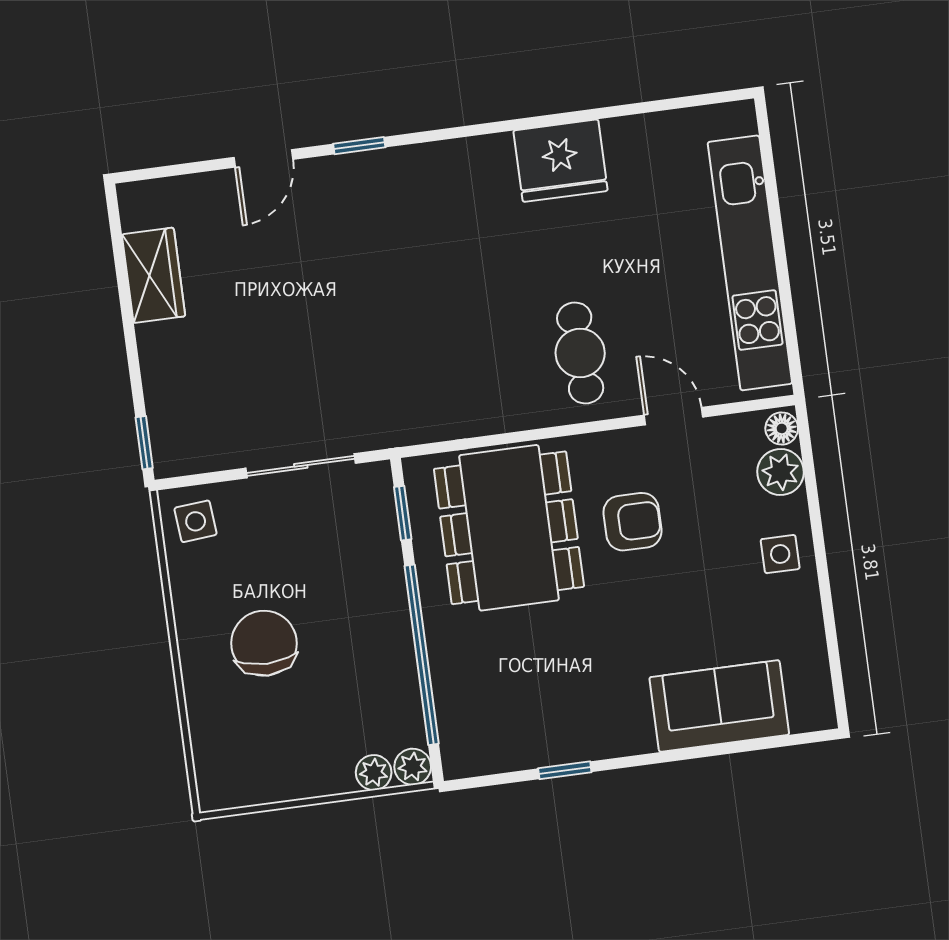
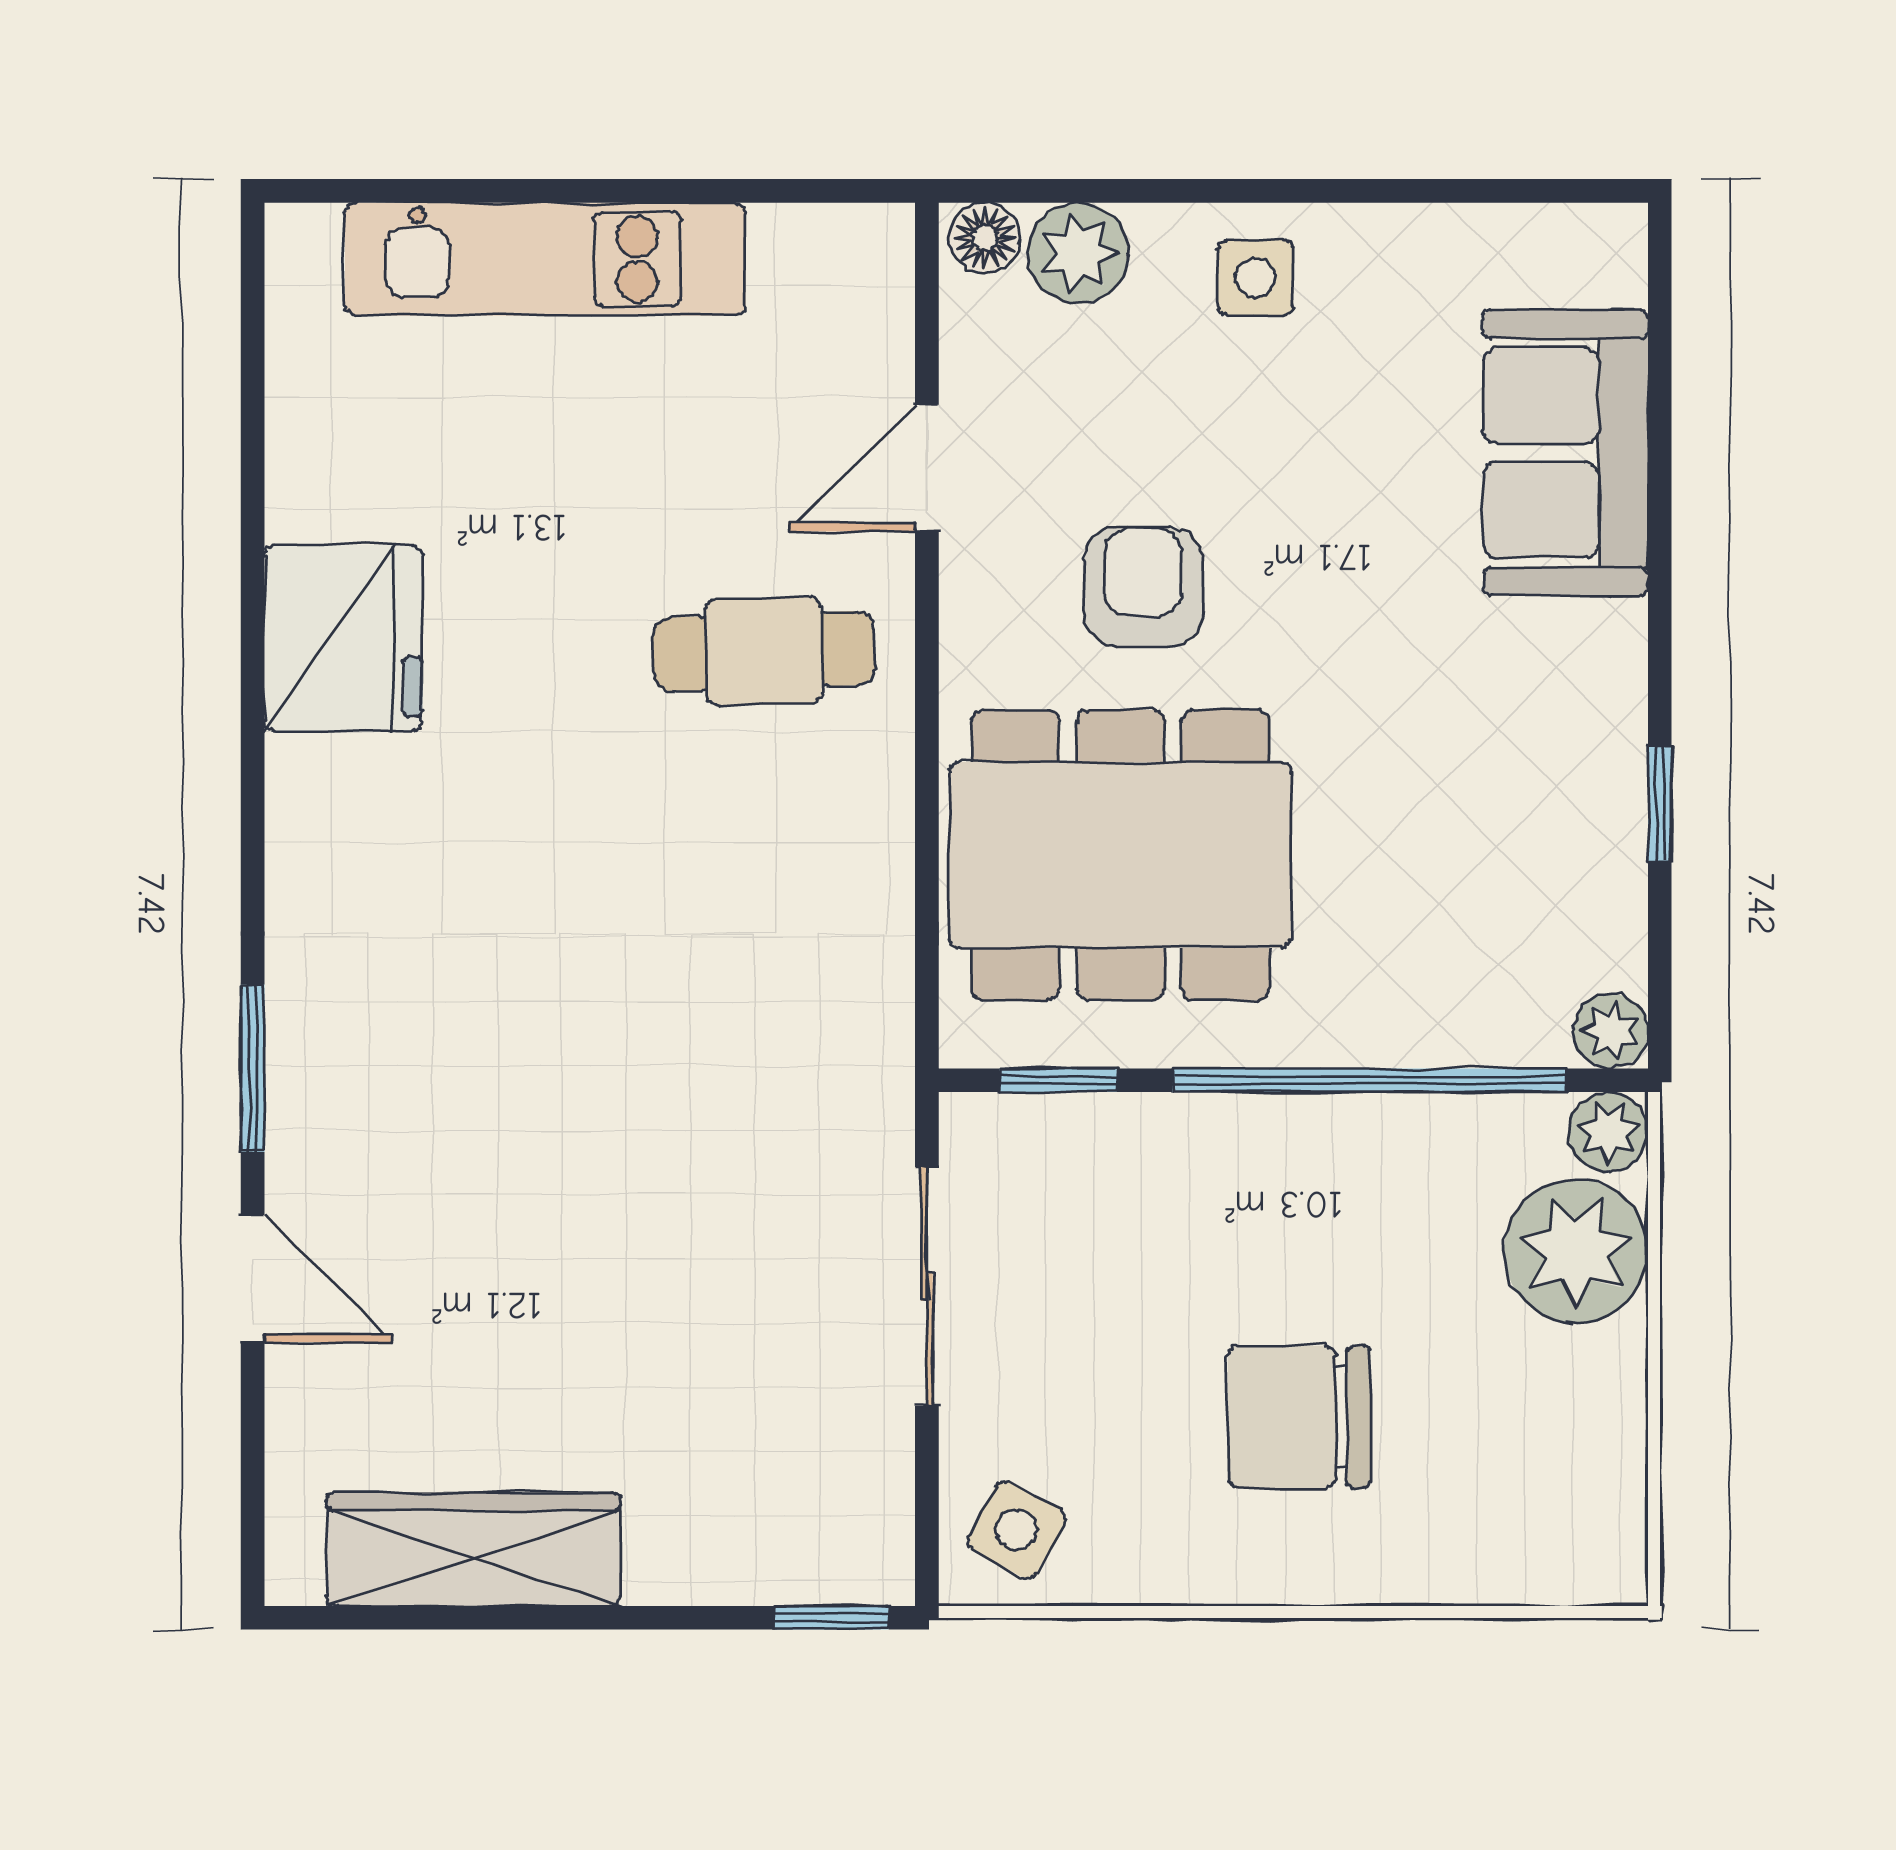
window: (359, 146) -> (253, 1068), width x1.50
kitchen unit: (750, 263) -> (545, 259), width x0.73
wardrobe: (154, 275) -> (473, 1549), width x1.50
side table: (196, 521) -> (1016, 1530), turned 34
plant: (459, 762) -> (1611, 1031), added
plant: (374, 773) -> (1576, 1251), width x1.88, depth x1.88

